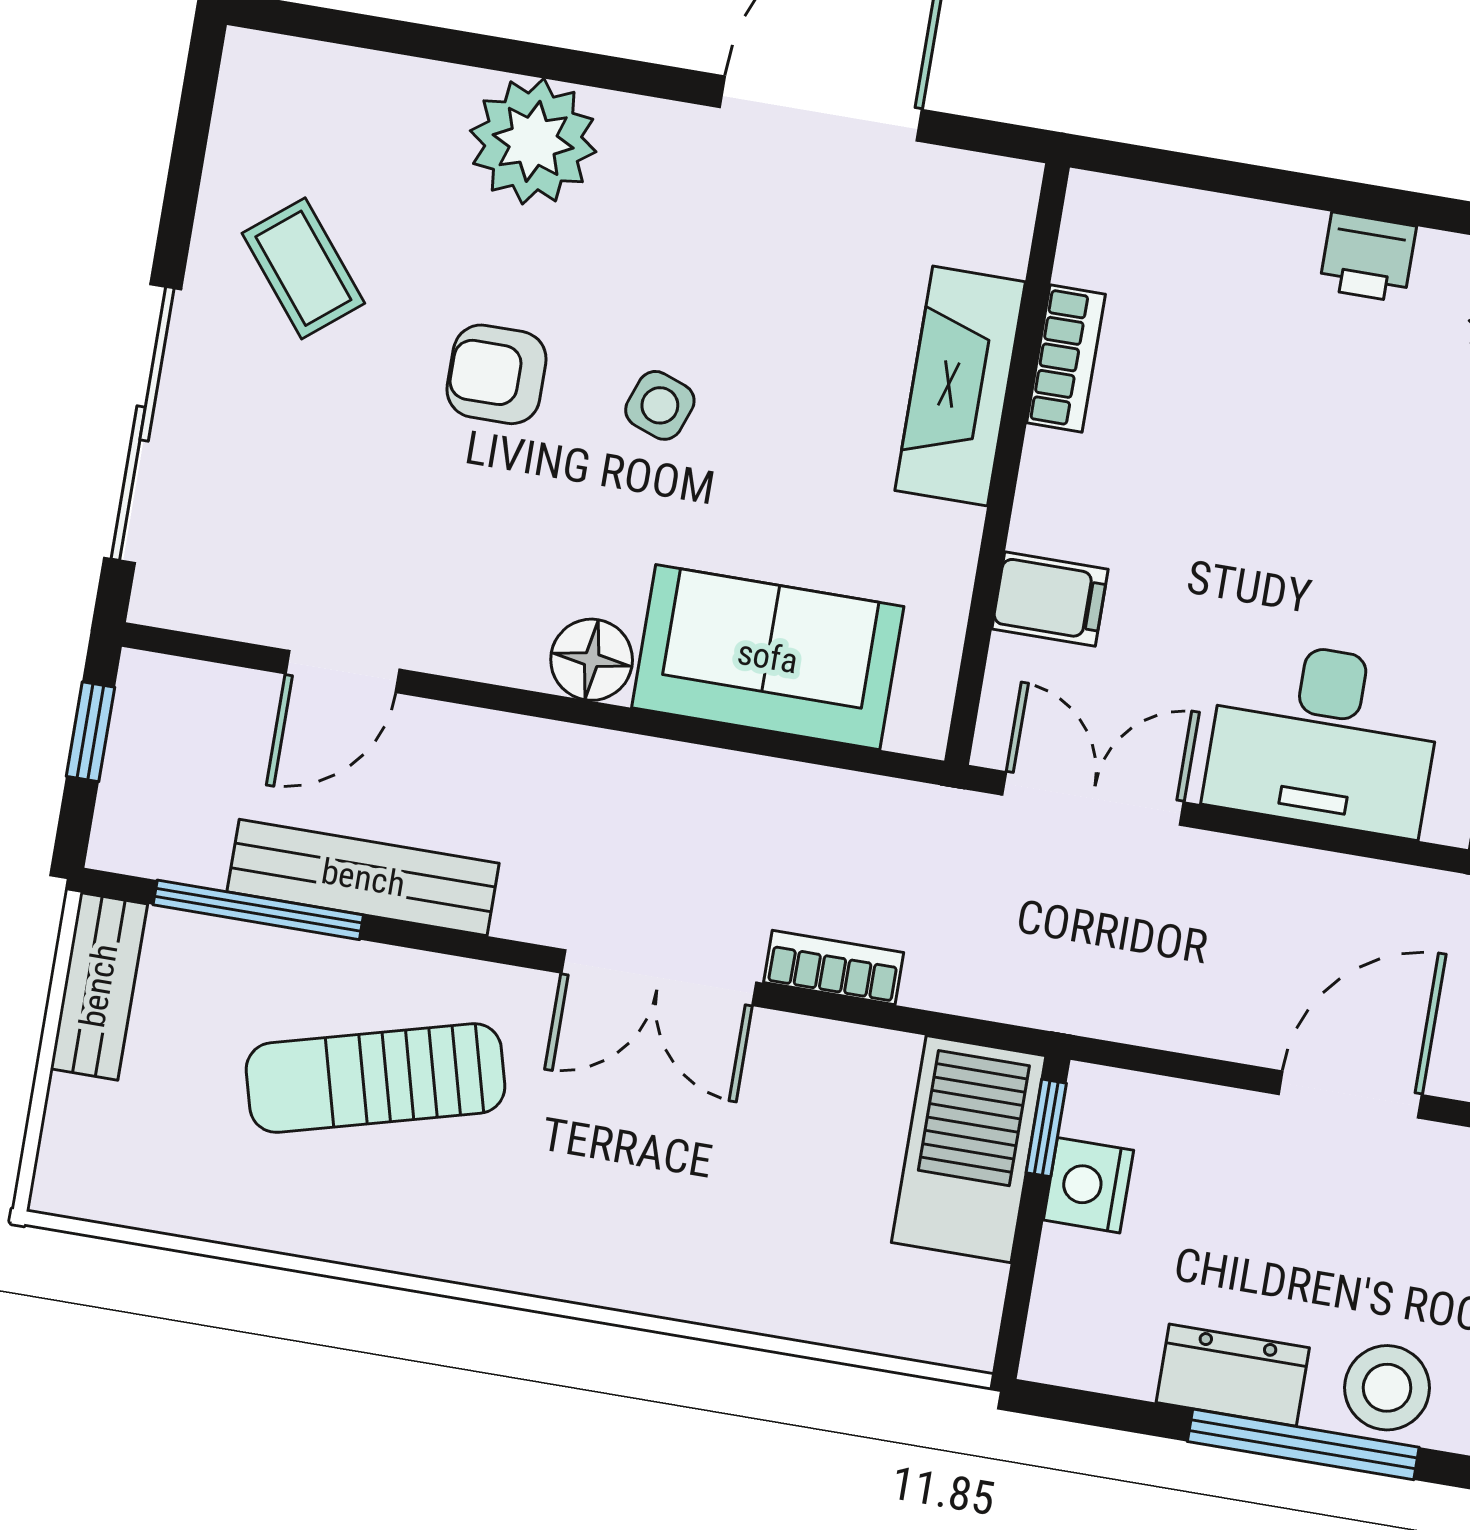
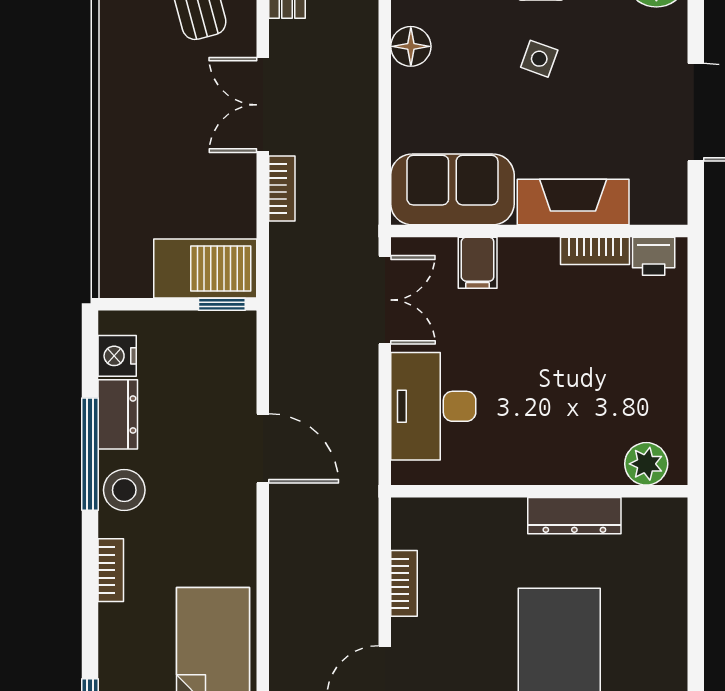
printer: (1368, 257) -> (654, 256), moved, turned -90
sofa: (768, 657) -> (452, 189), moved, turned -90
nightstand: (1088, 1185) -> (117, 356), moved, turned -90

